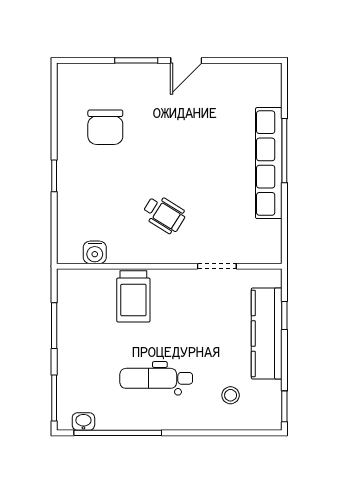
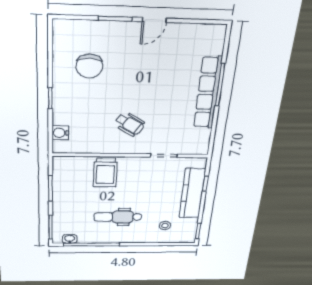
water cooler: (95, 252) -> (60, 133), moved, turned 90

